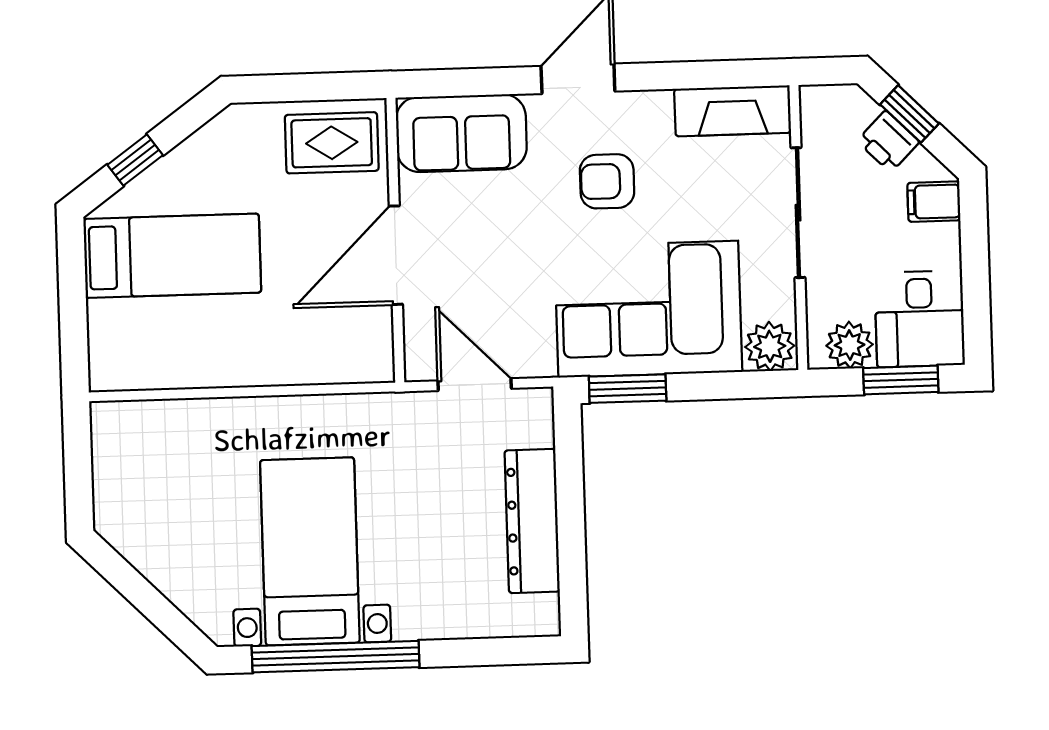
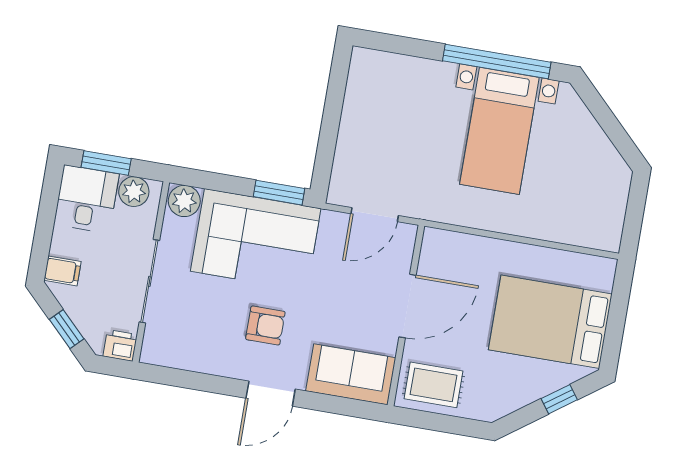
fireplace: (733, 111) -> (177, 354), removed
printer: (888, 141) -> (120, 345), moved, turned -45
bed: (172, 256) -> (550, 322), width x1.50
door: (475, 385) -> (375, 215), hinge flipped
dresser: (532, 521) -> (356, 122), removed

